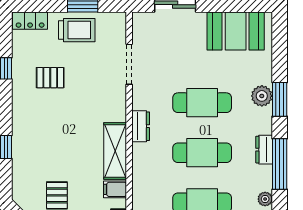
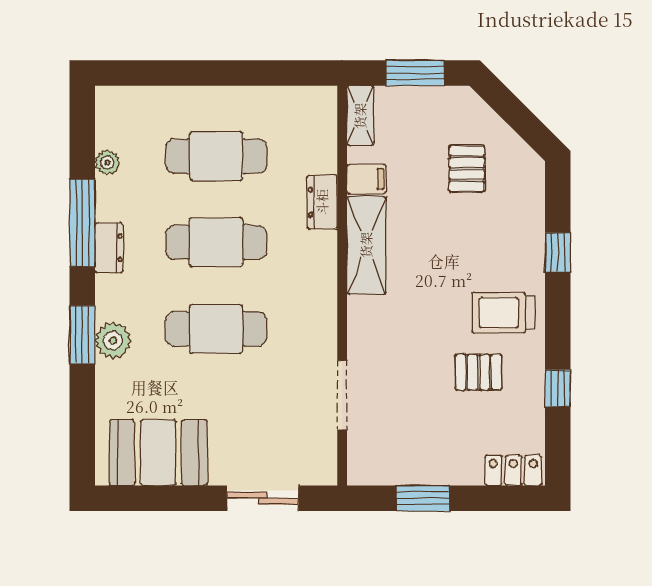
trolley: (77, 30) -> (503, 313), moved
dresser: (141, 126) -> (322, 202), moved

